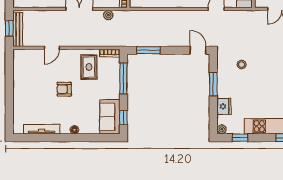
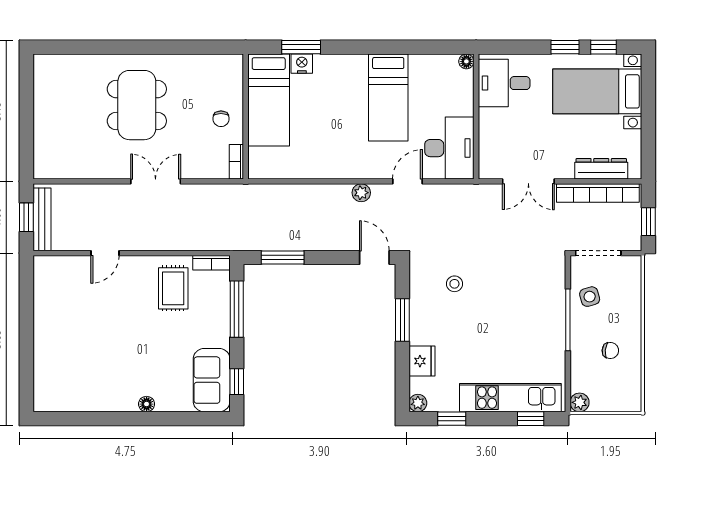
plant: (108, 15) -> (361, 193), moved
armchair: (64, 89) -> (128, 329), removed
tv unit: (42, 129) -> (86, 403), removed

